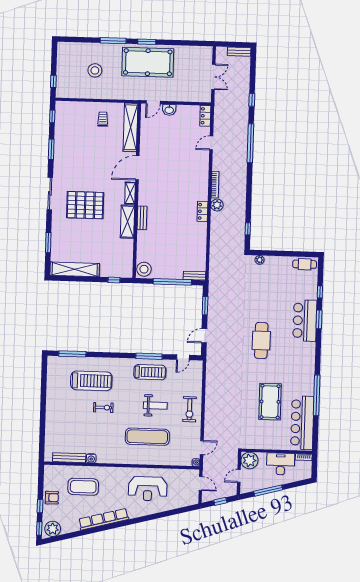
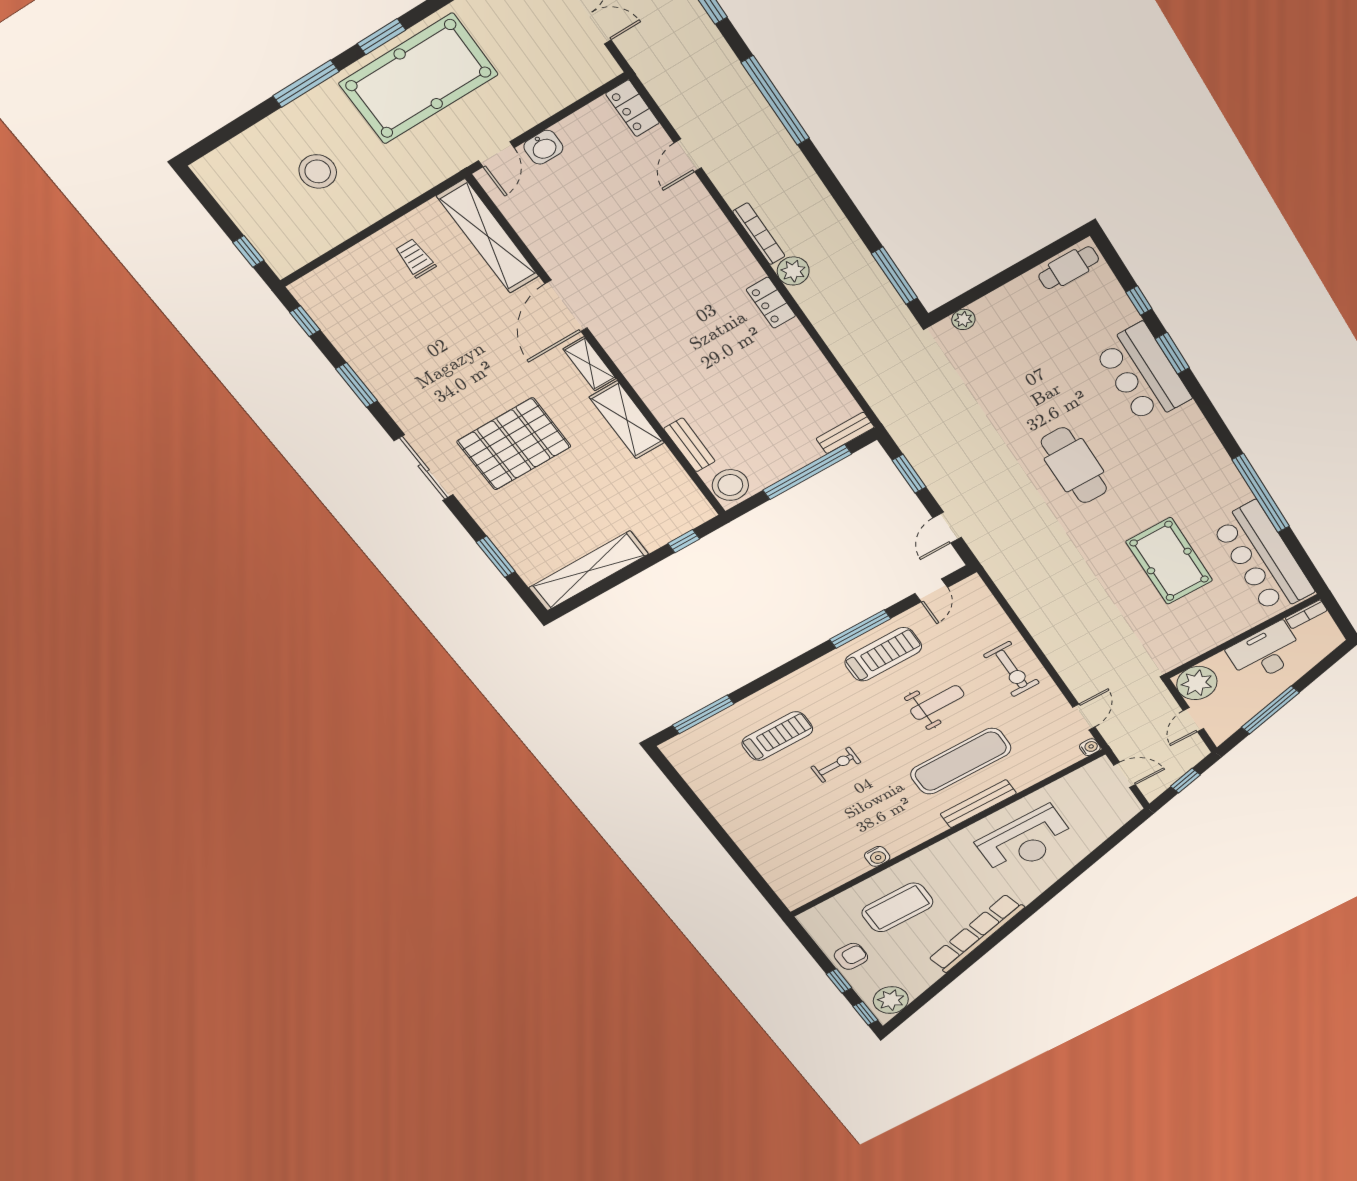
bench: (142, 218) -> (689, 445), moved
window: (248, 229) -> (895, 276), width x2.17
treadmill: (91, 381) -> (777, 736), width x0.73, depth x0.73
bench: (69, 458) -> (978, 804), moved

